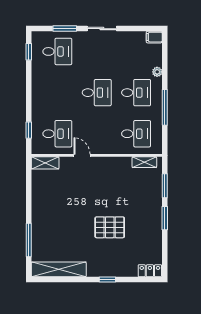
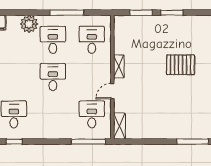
plant: (157, 72) -> (29, 24), width x1.88, depth x1.88
window: (29, 130) -> (88, 142), width x2.17
shelving: (144, 162) -> (119, 66), moved
pallet: (110, 227) -> (181, 65), turned 90

